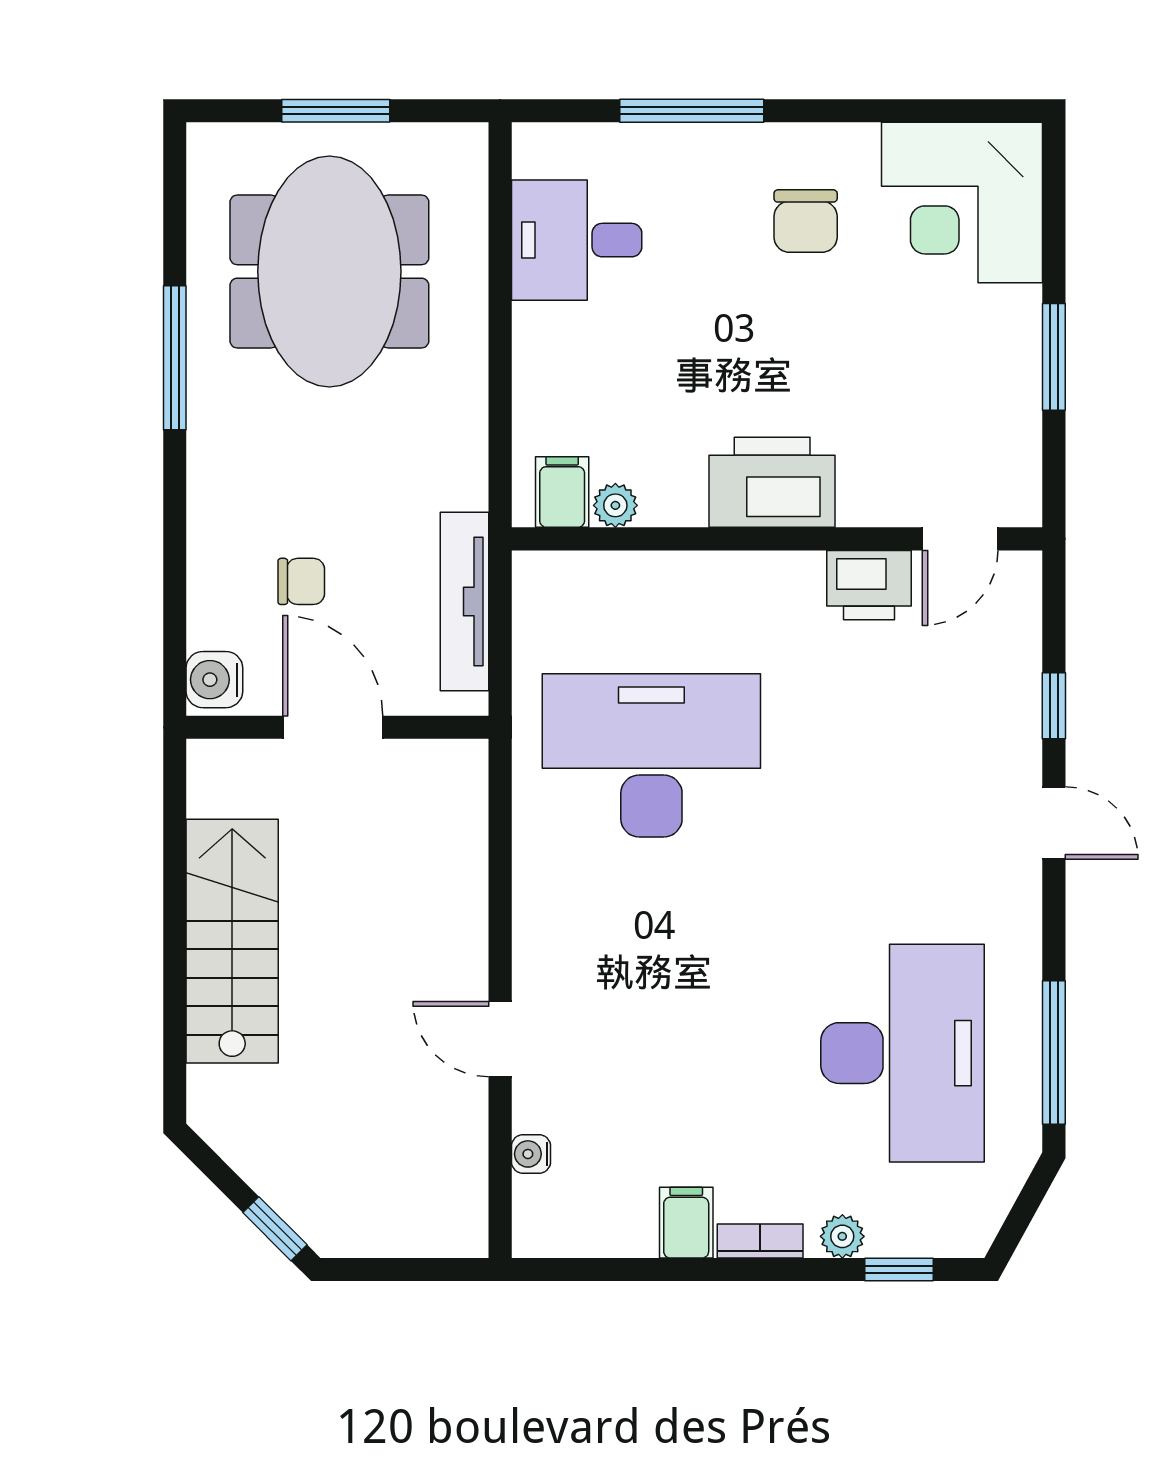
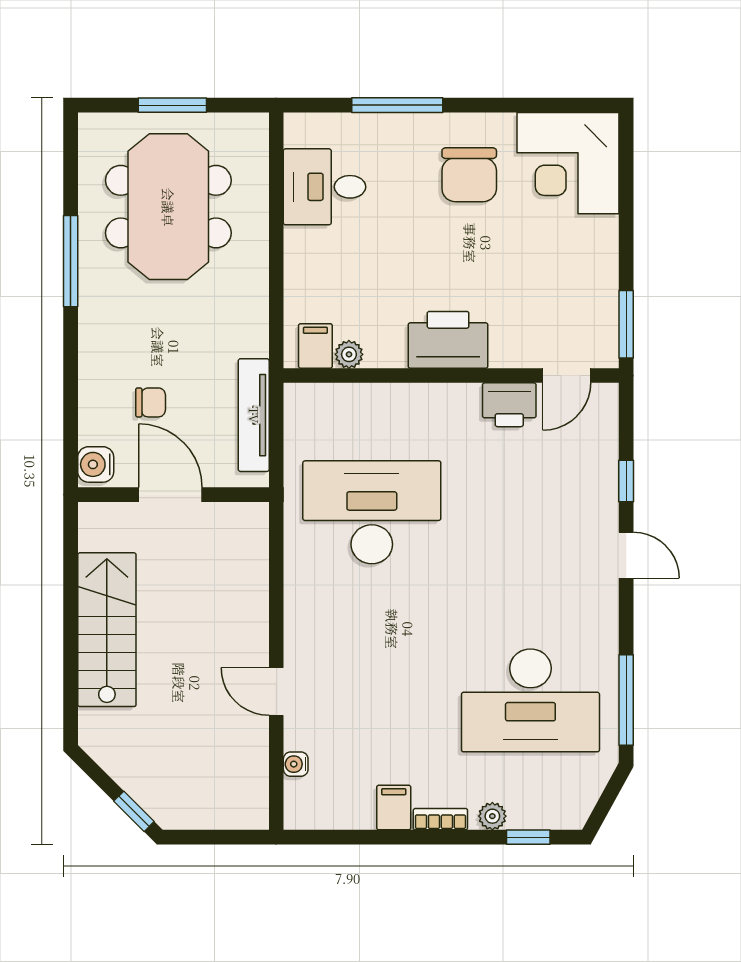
chair: (806, 221) -> (469, 175), width x1.37, depth x1.37
window: (1054, 357) -> (626, 324), moved
desk: (903, 1053) -> (530, 700), turned 90

